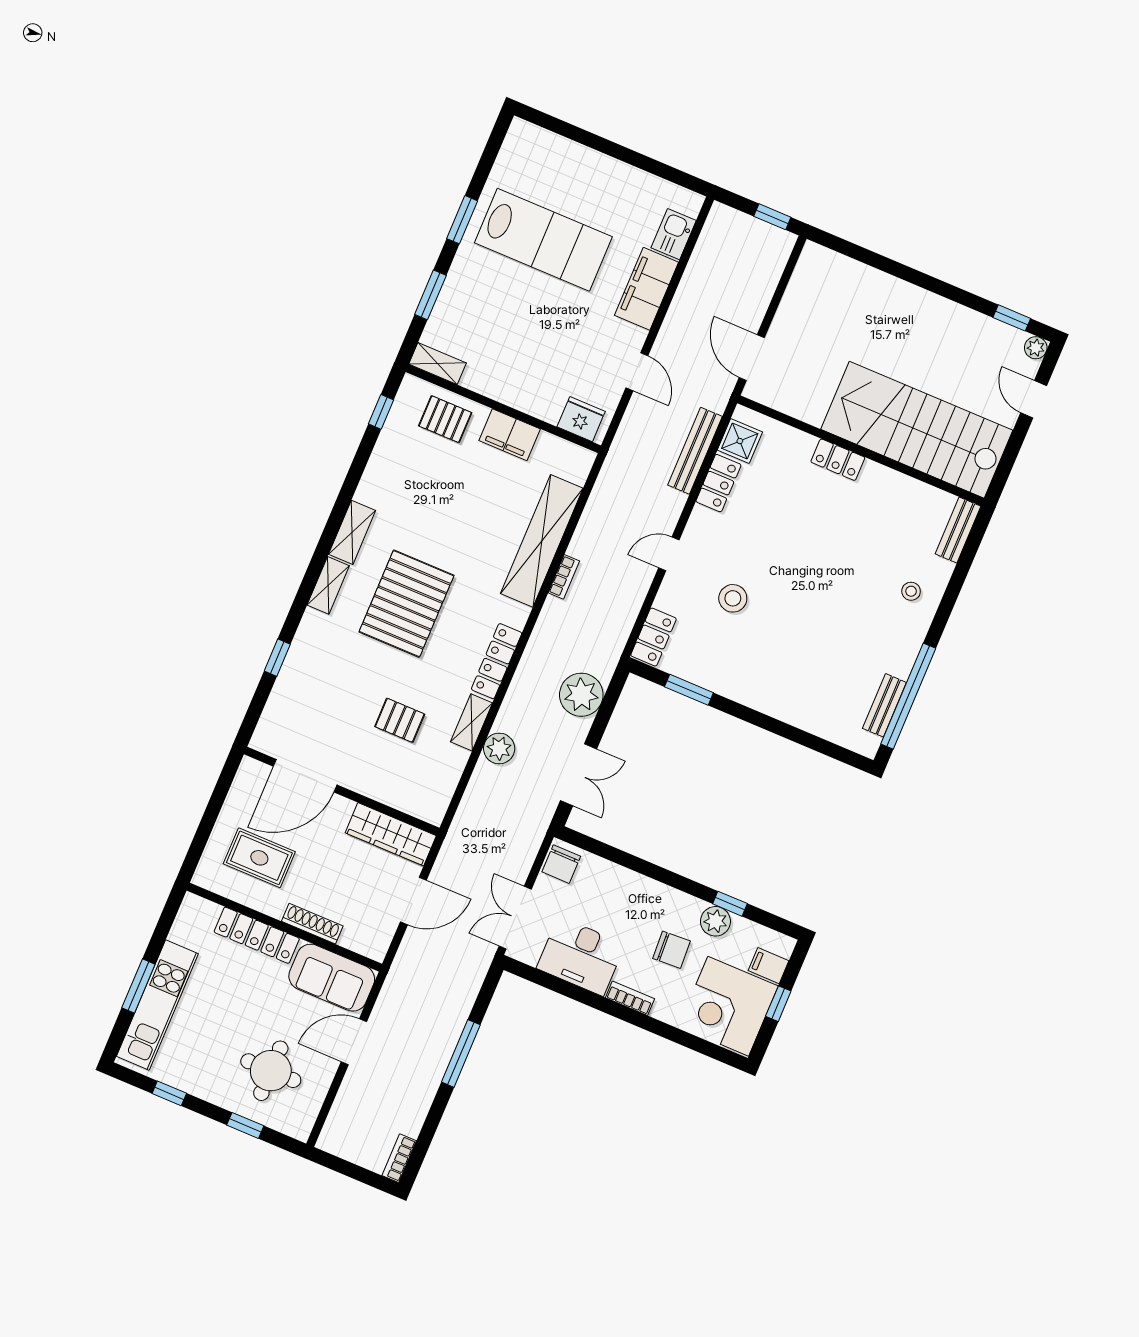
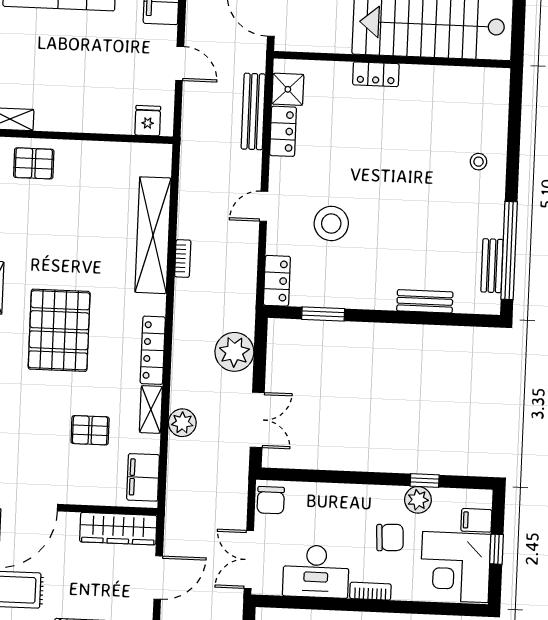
fridge: (581, 419) -> (148, 121), width x0.72
filing cabinet: (510, 435) -> (143, 477), moved, turned 90
bench: (958, 530) -> (425, 301), moved, turned 90
stool: (733, 598) -> (331, 223), width x1.38, depth x1.38

